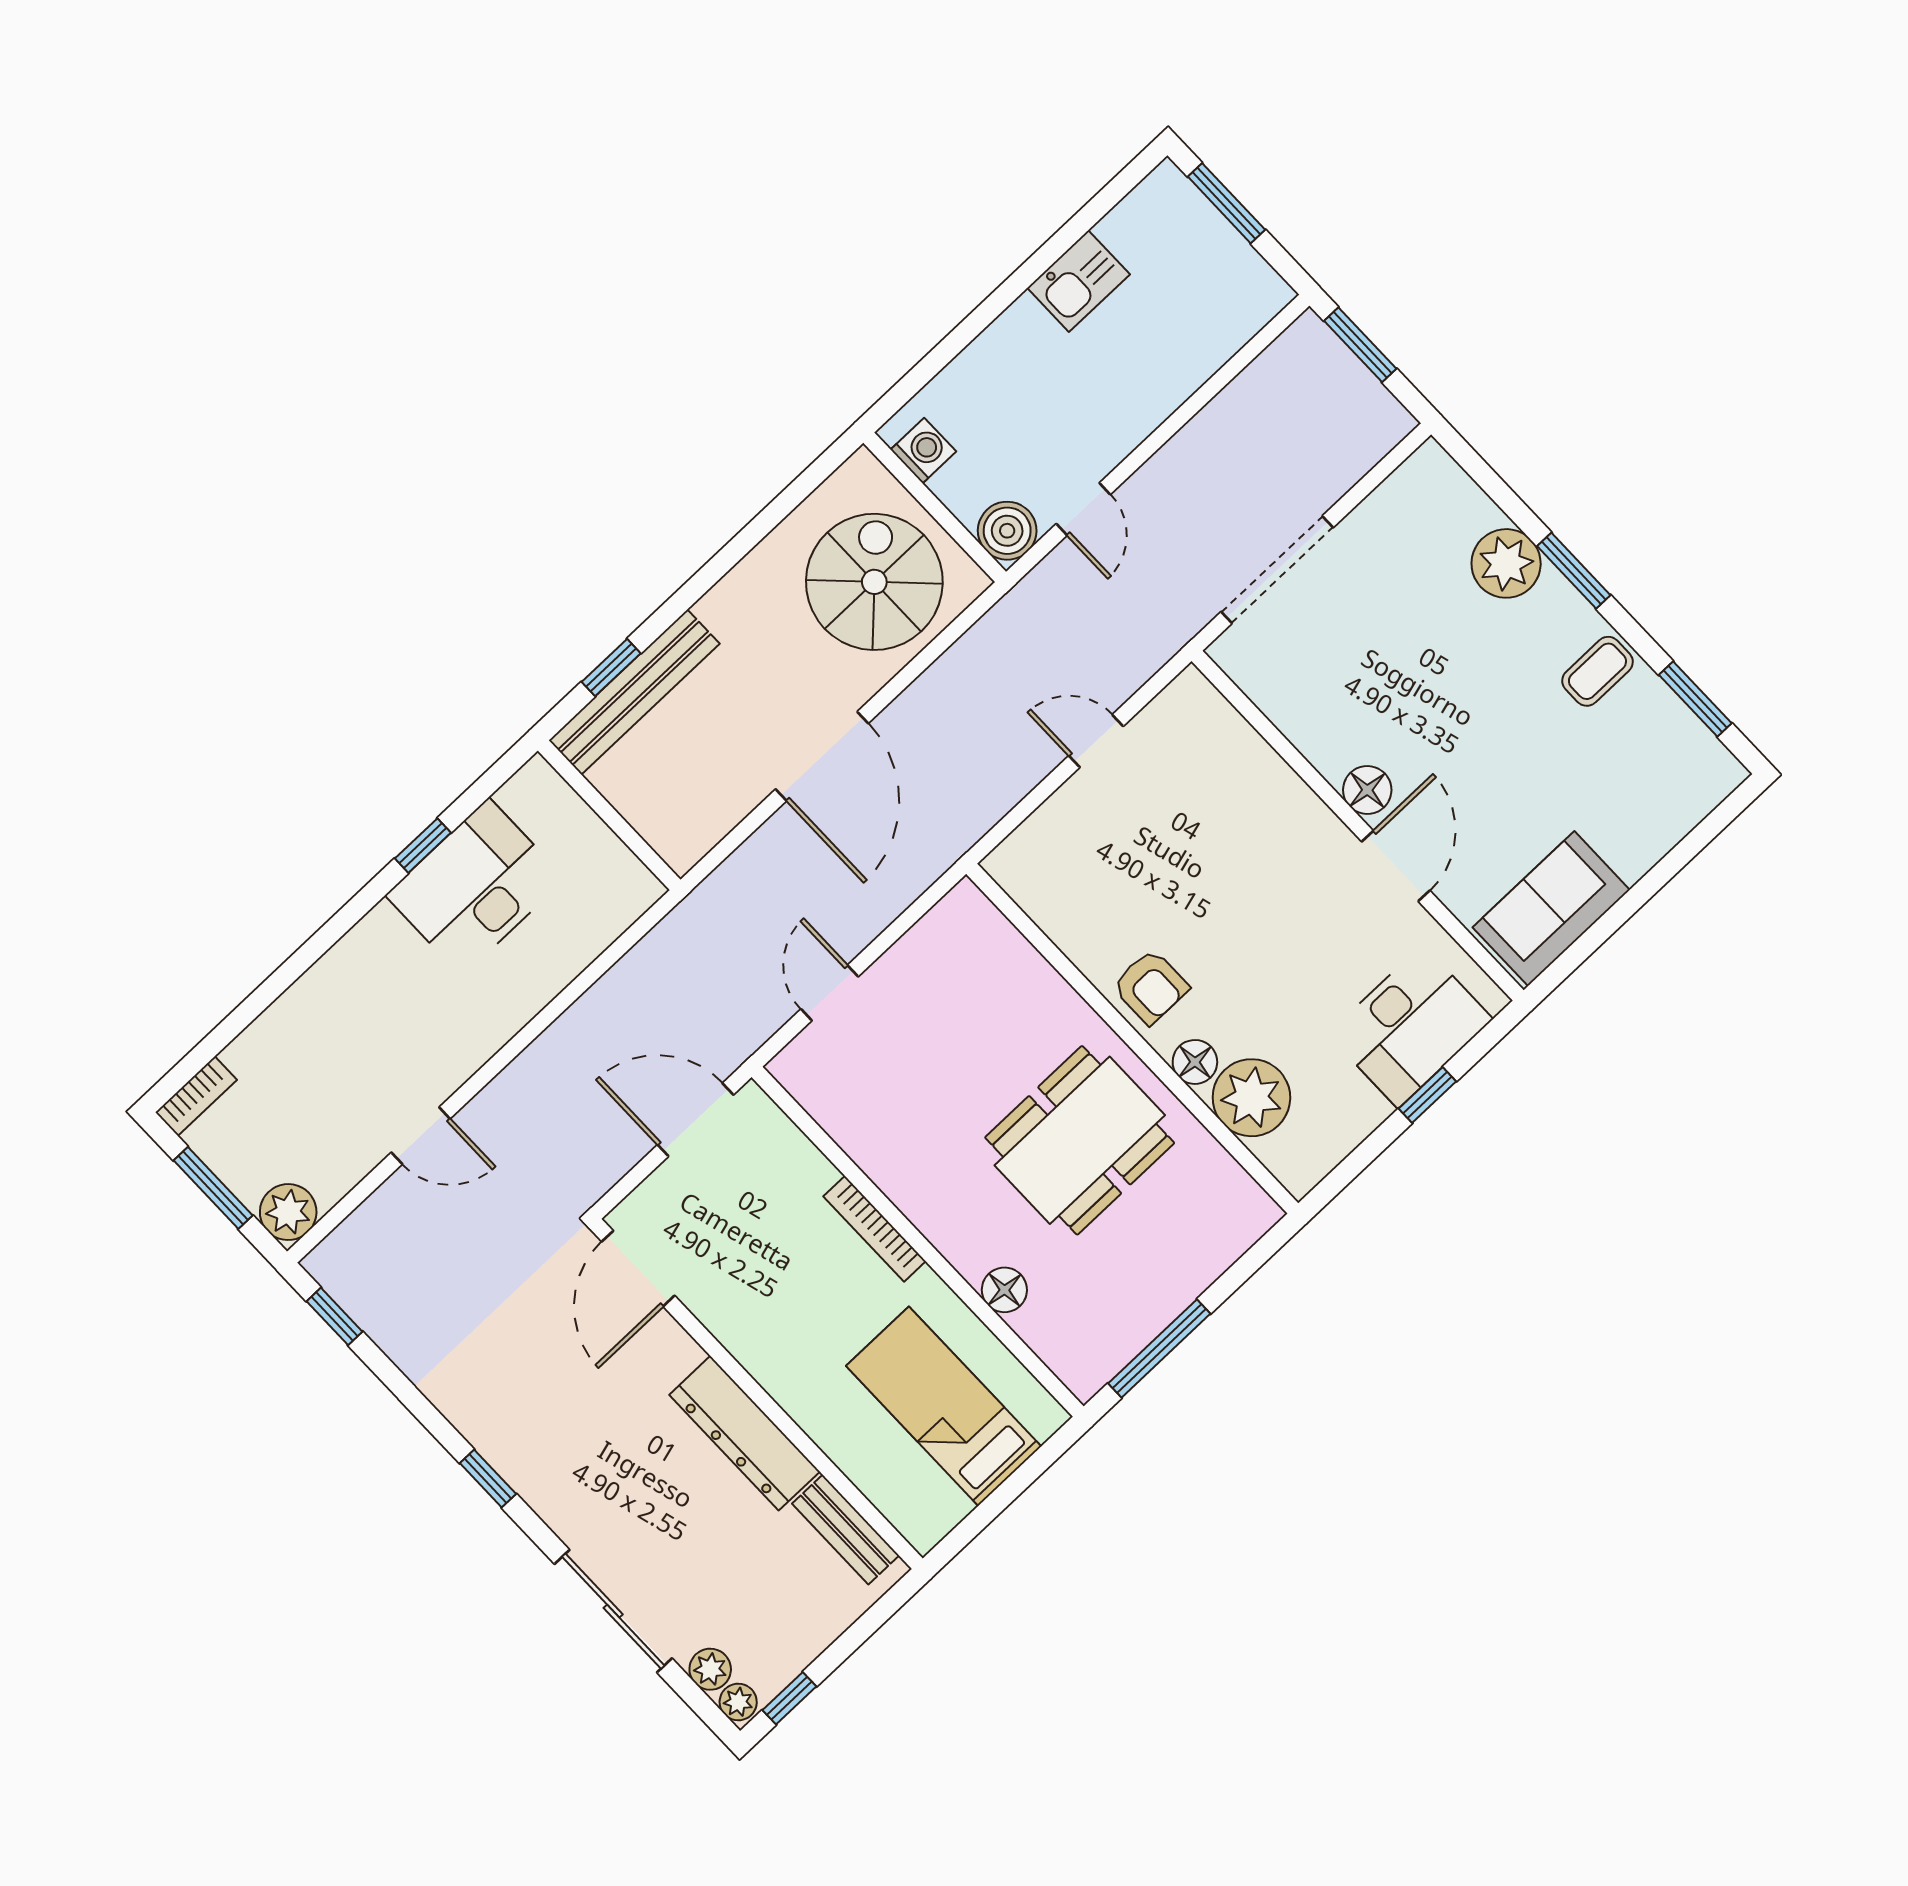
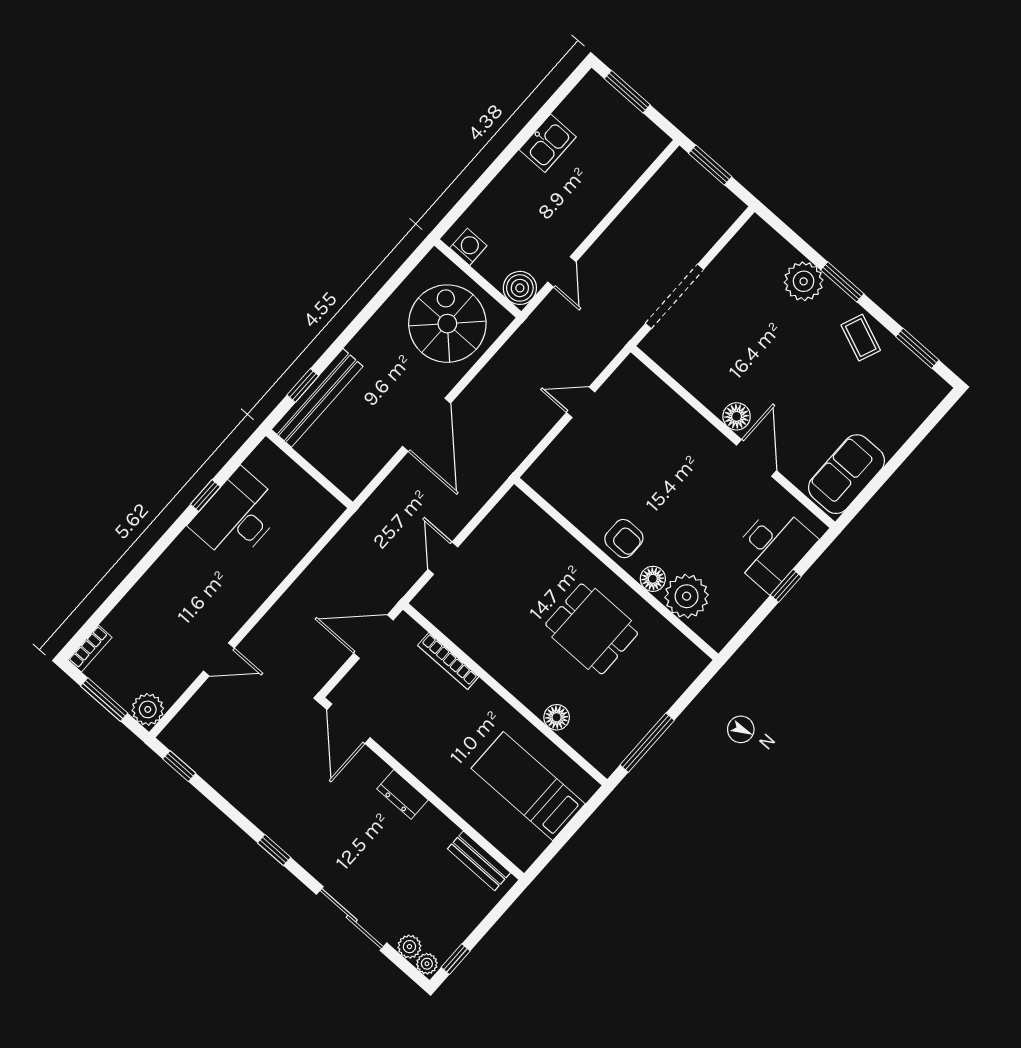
coffee table: (1597, 671) -> (861, 338), turned -68
dining table: (1080, 1140) -> (592, 629), width x0.73
bookcase: (875, 1229) -> (448, 661), moved
dresser: (745, 1433) -> (402, 794), width x0.51, depth x0.80

